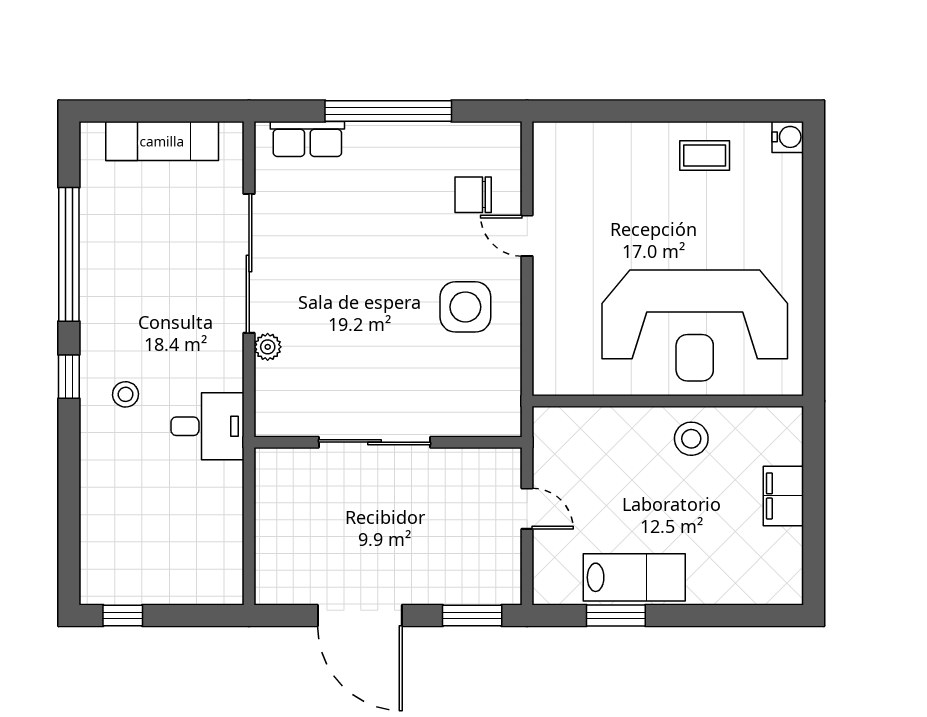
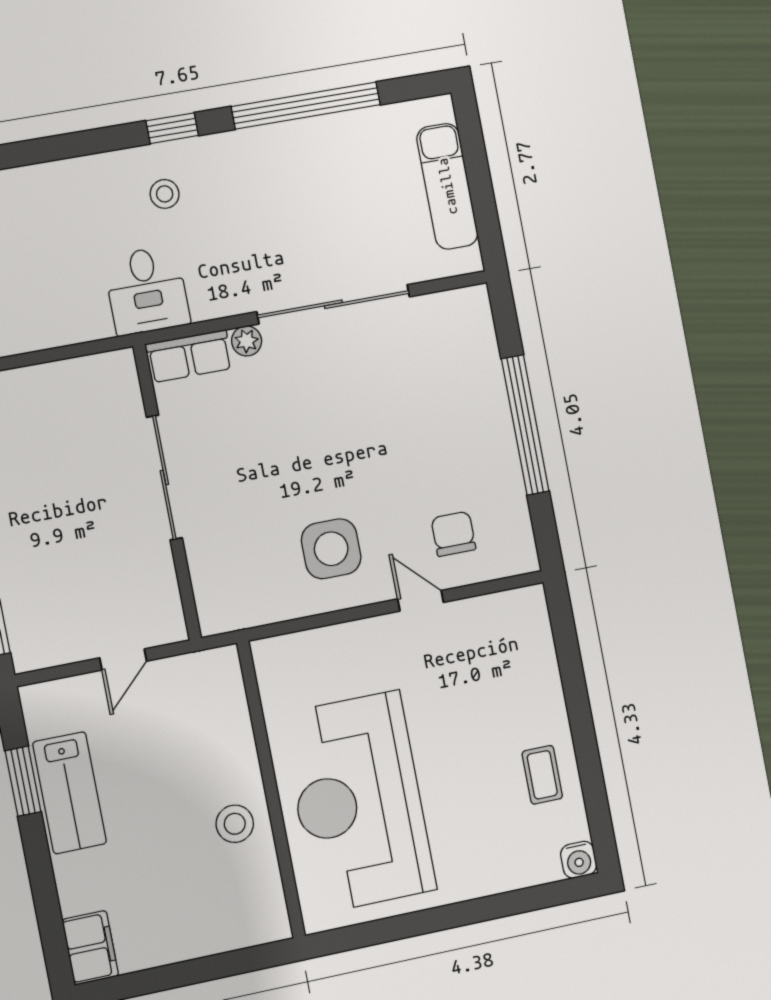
row of seats: (307, 139) -> (189, 356), moved, turned -90
door: (527, 236) -> (421, 601), hinge flipped
filing cabinet: (783, 496) -> (90, 948), moved, turned 90

